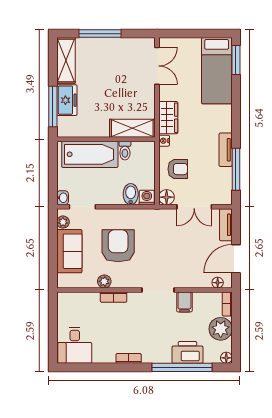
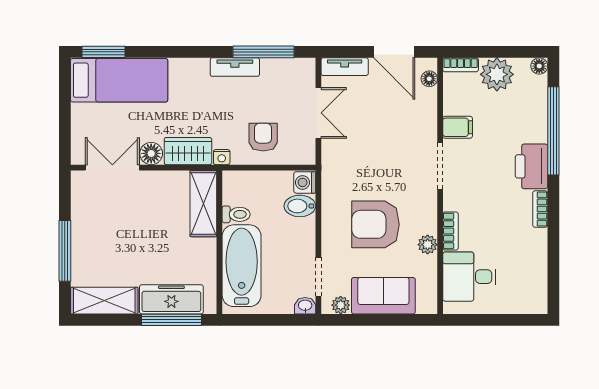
freezer: (67, 100) -> (171, 299), width x1.40
floor lamp: (167, 197) -> (151, 153), moved
desk: (75, 345) -> (469, 277), moved, turned 180
printer: (187, 352) -> (531, 166), moved

